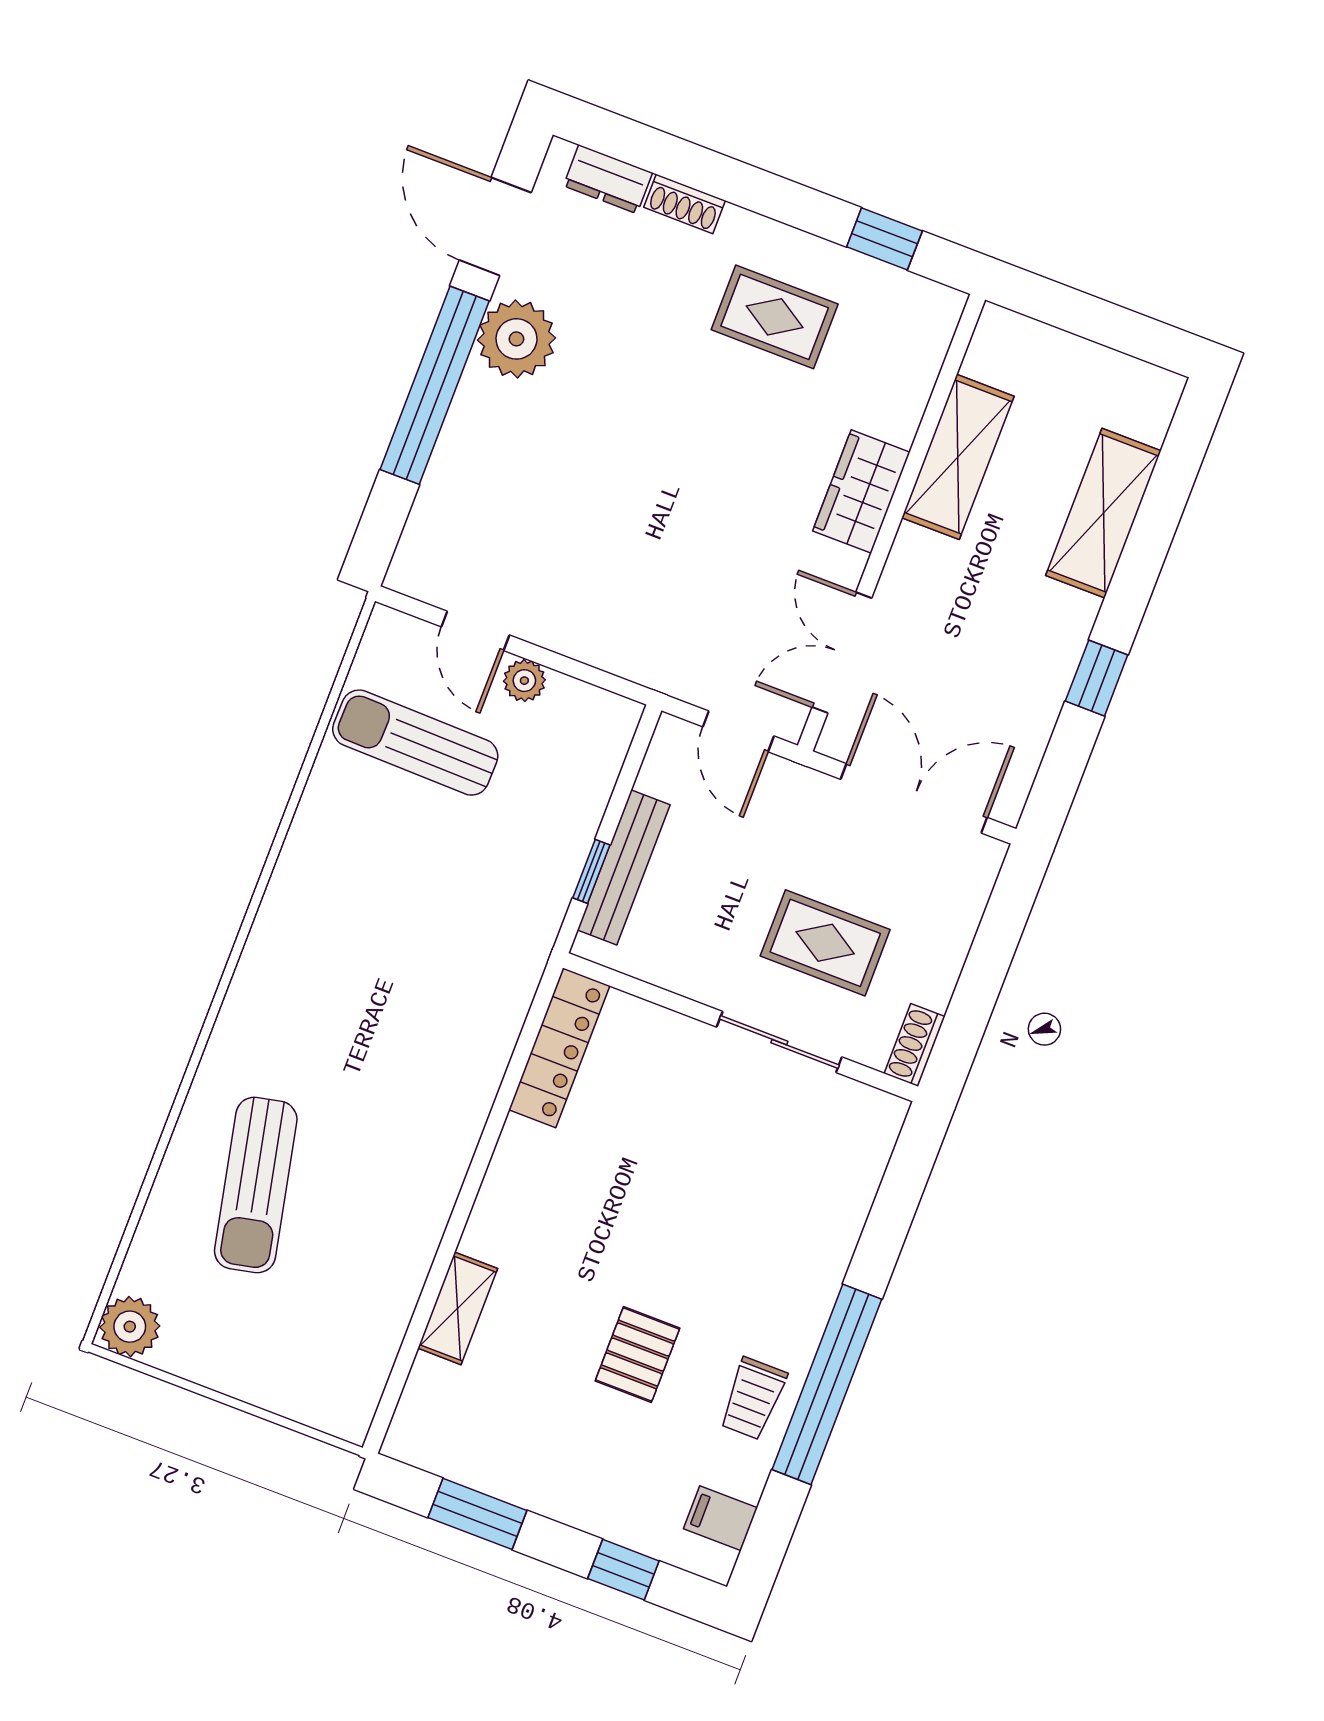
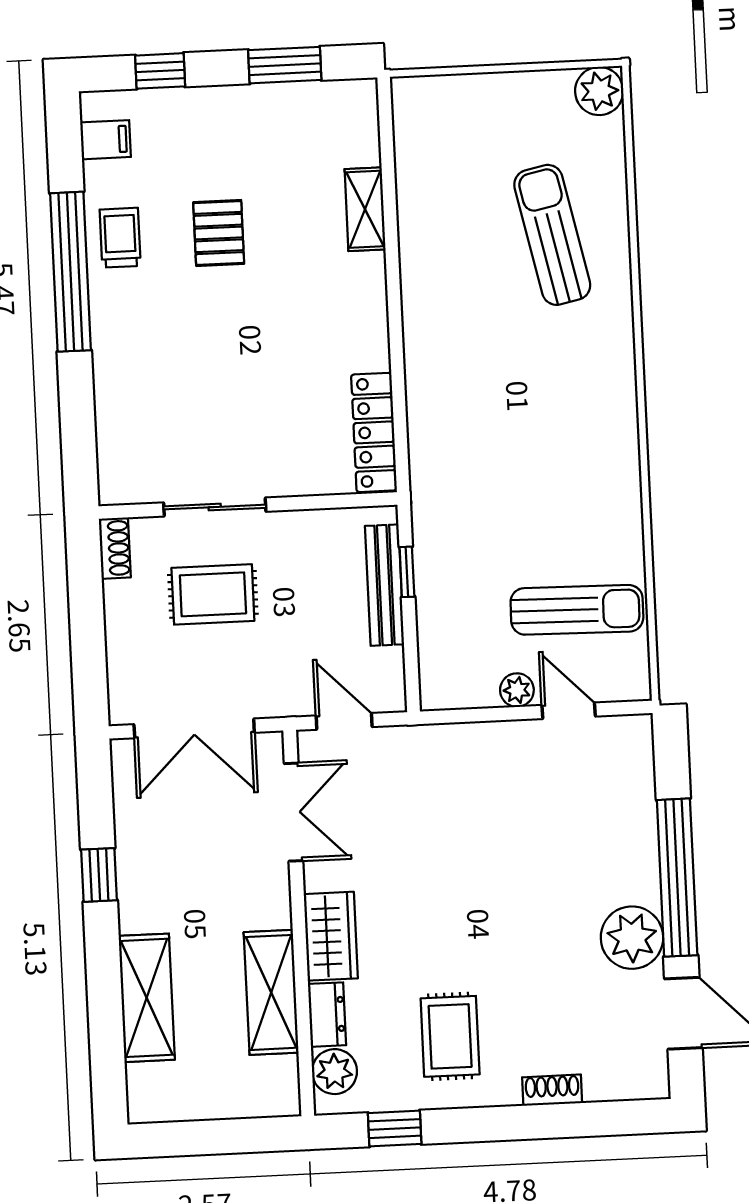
dresser: (608, 179) -> (327, 1015), moved, turned 90
rug: (775, 317) -> (450, 1036), turned 90
plant: (925, 334) -> (334, 1072), added

